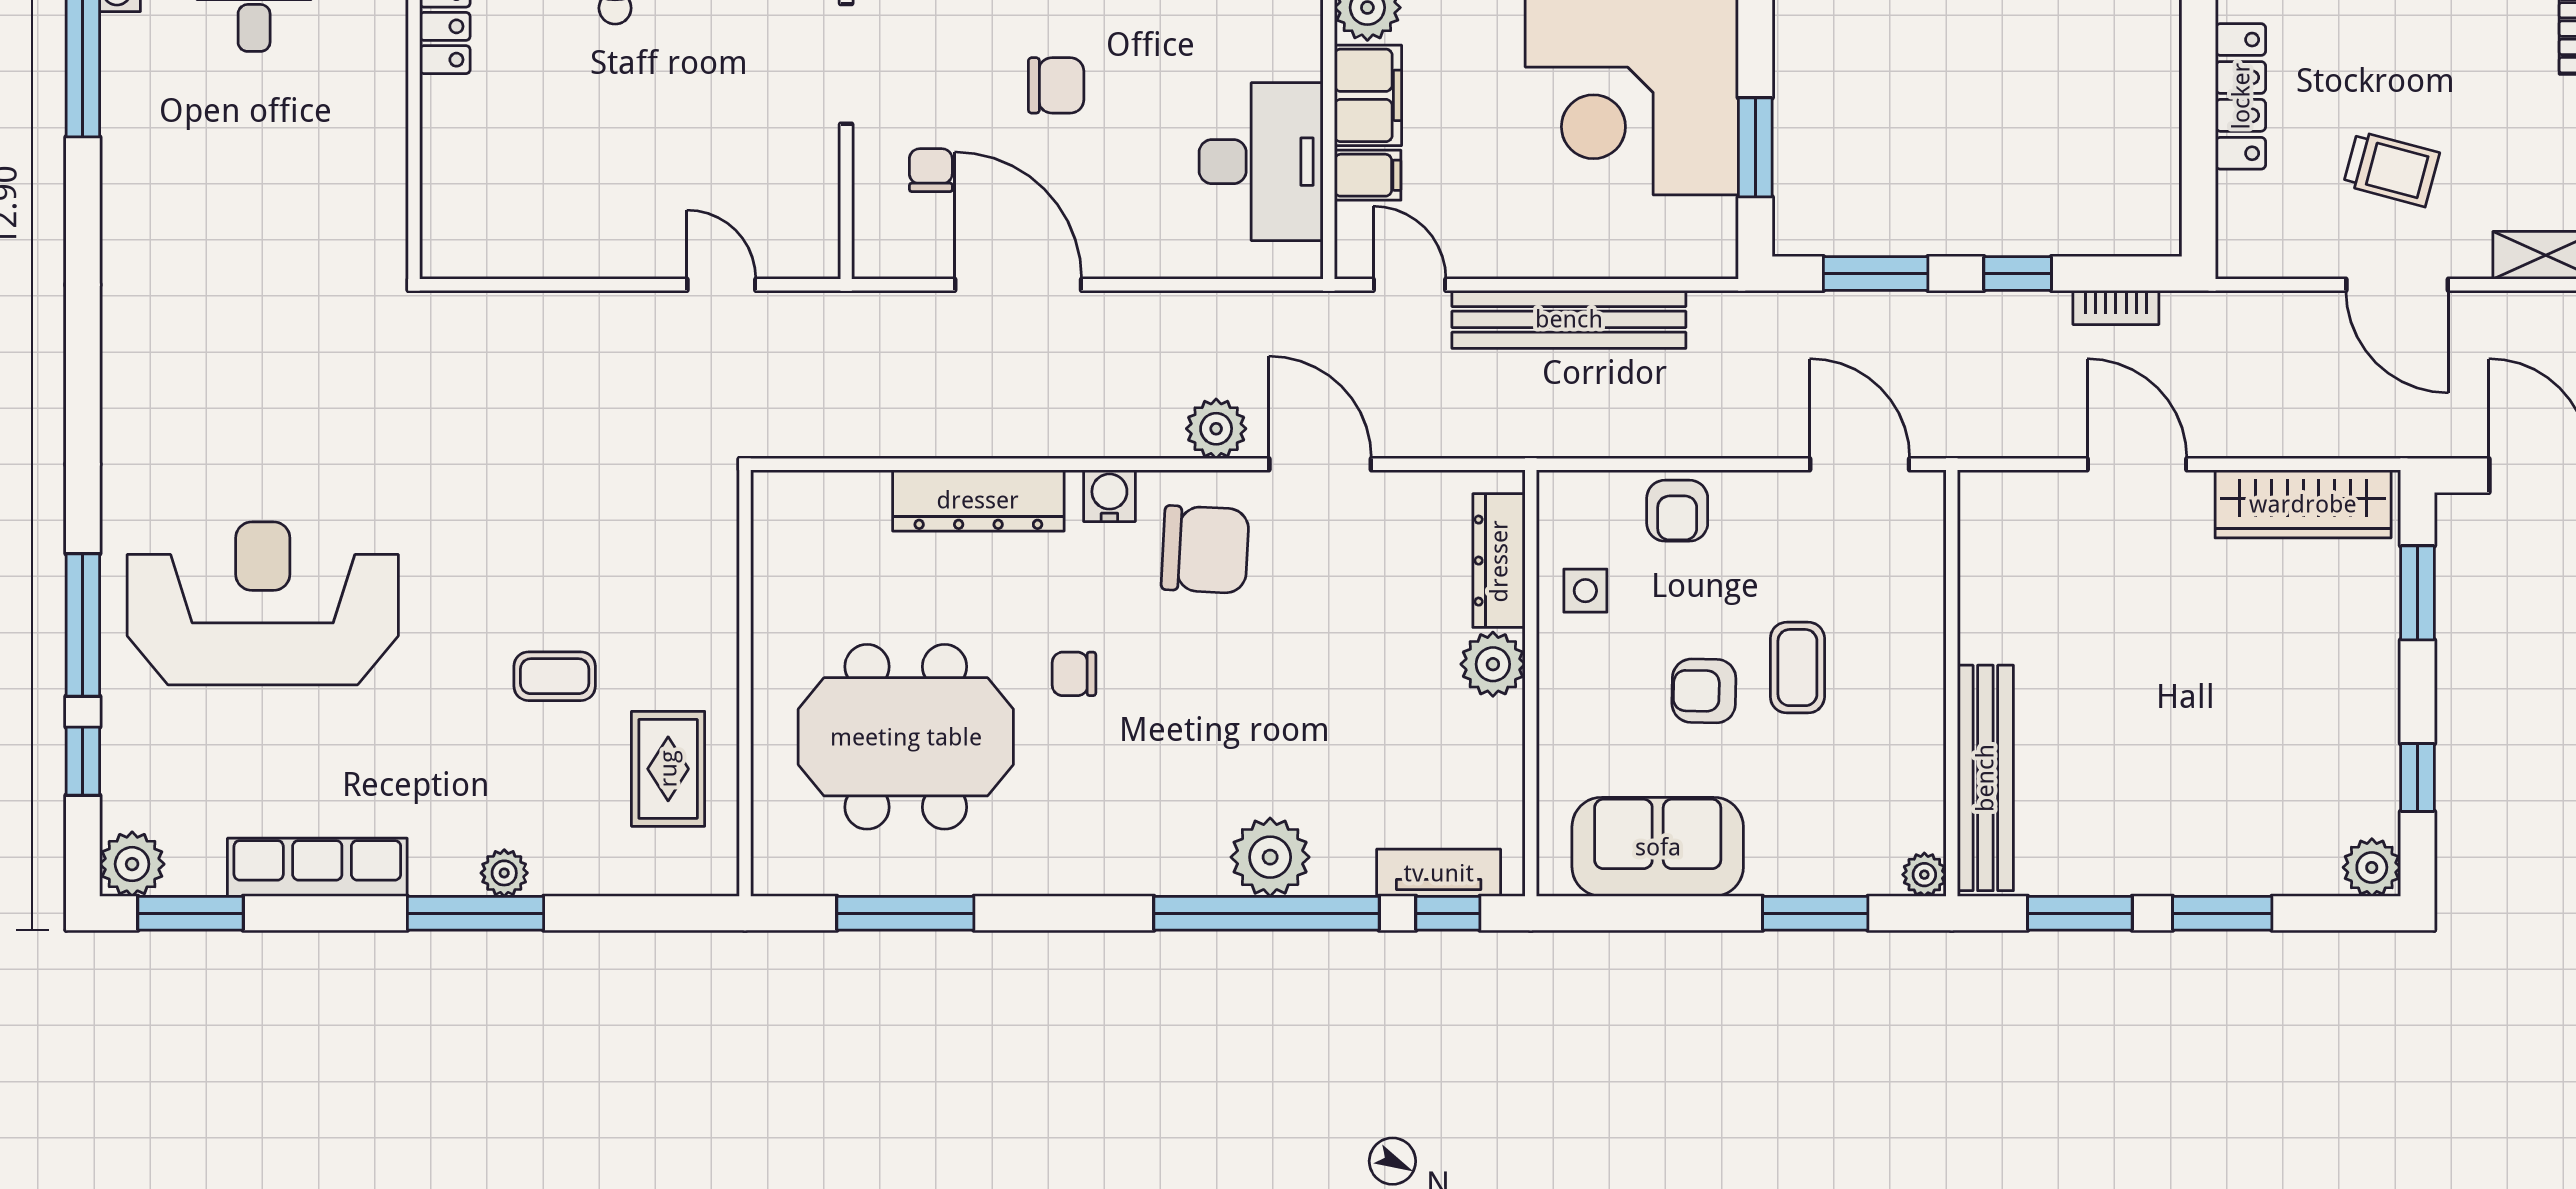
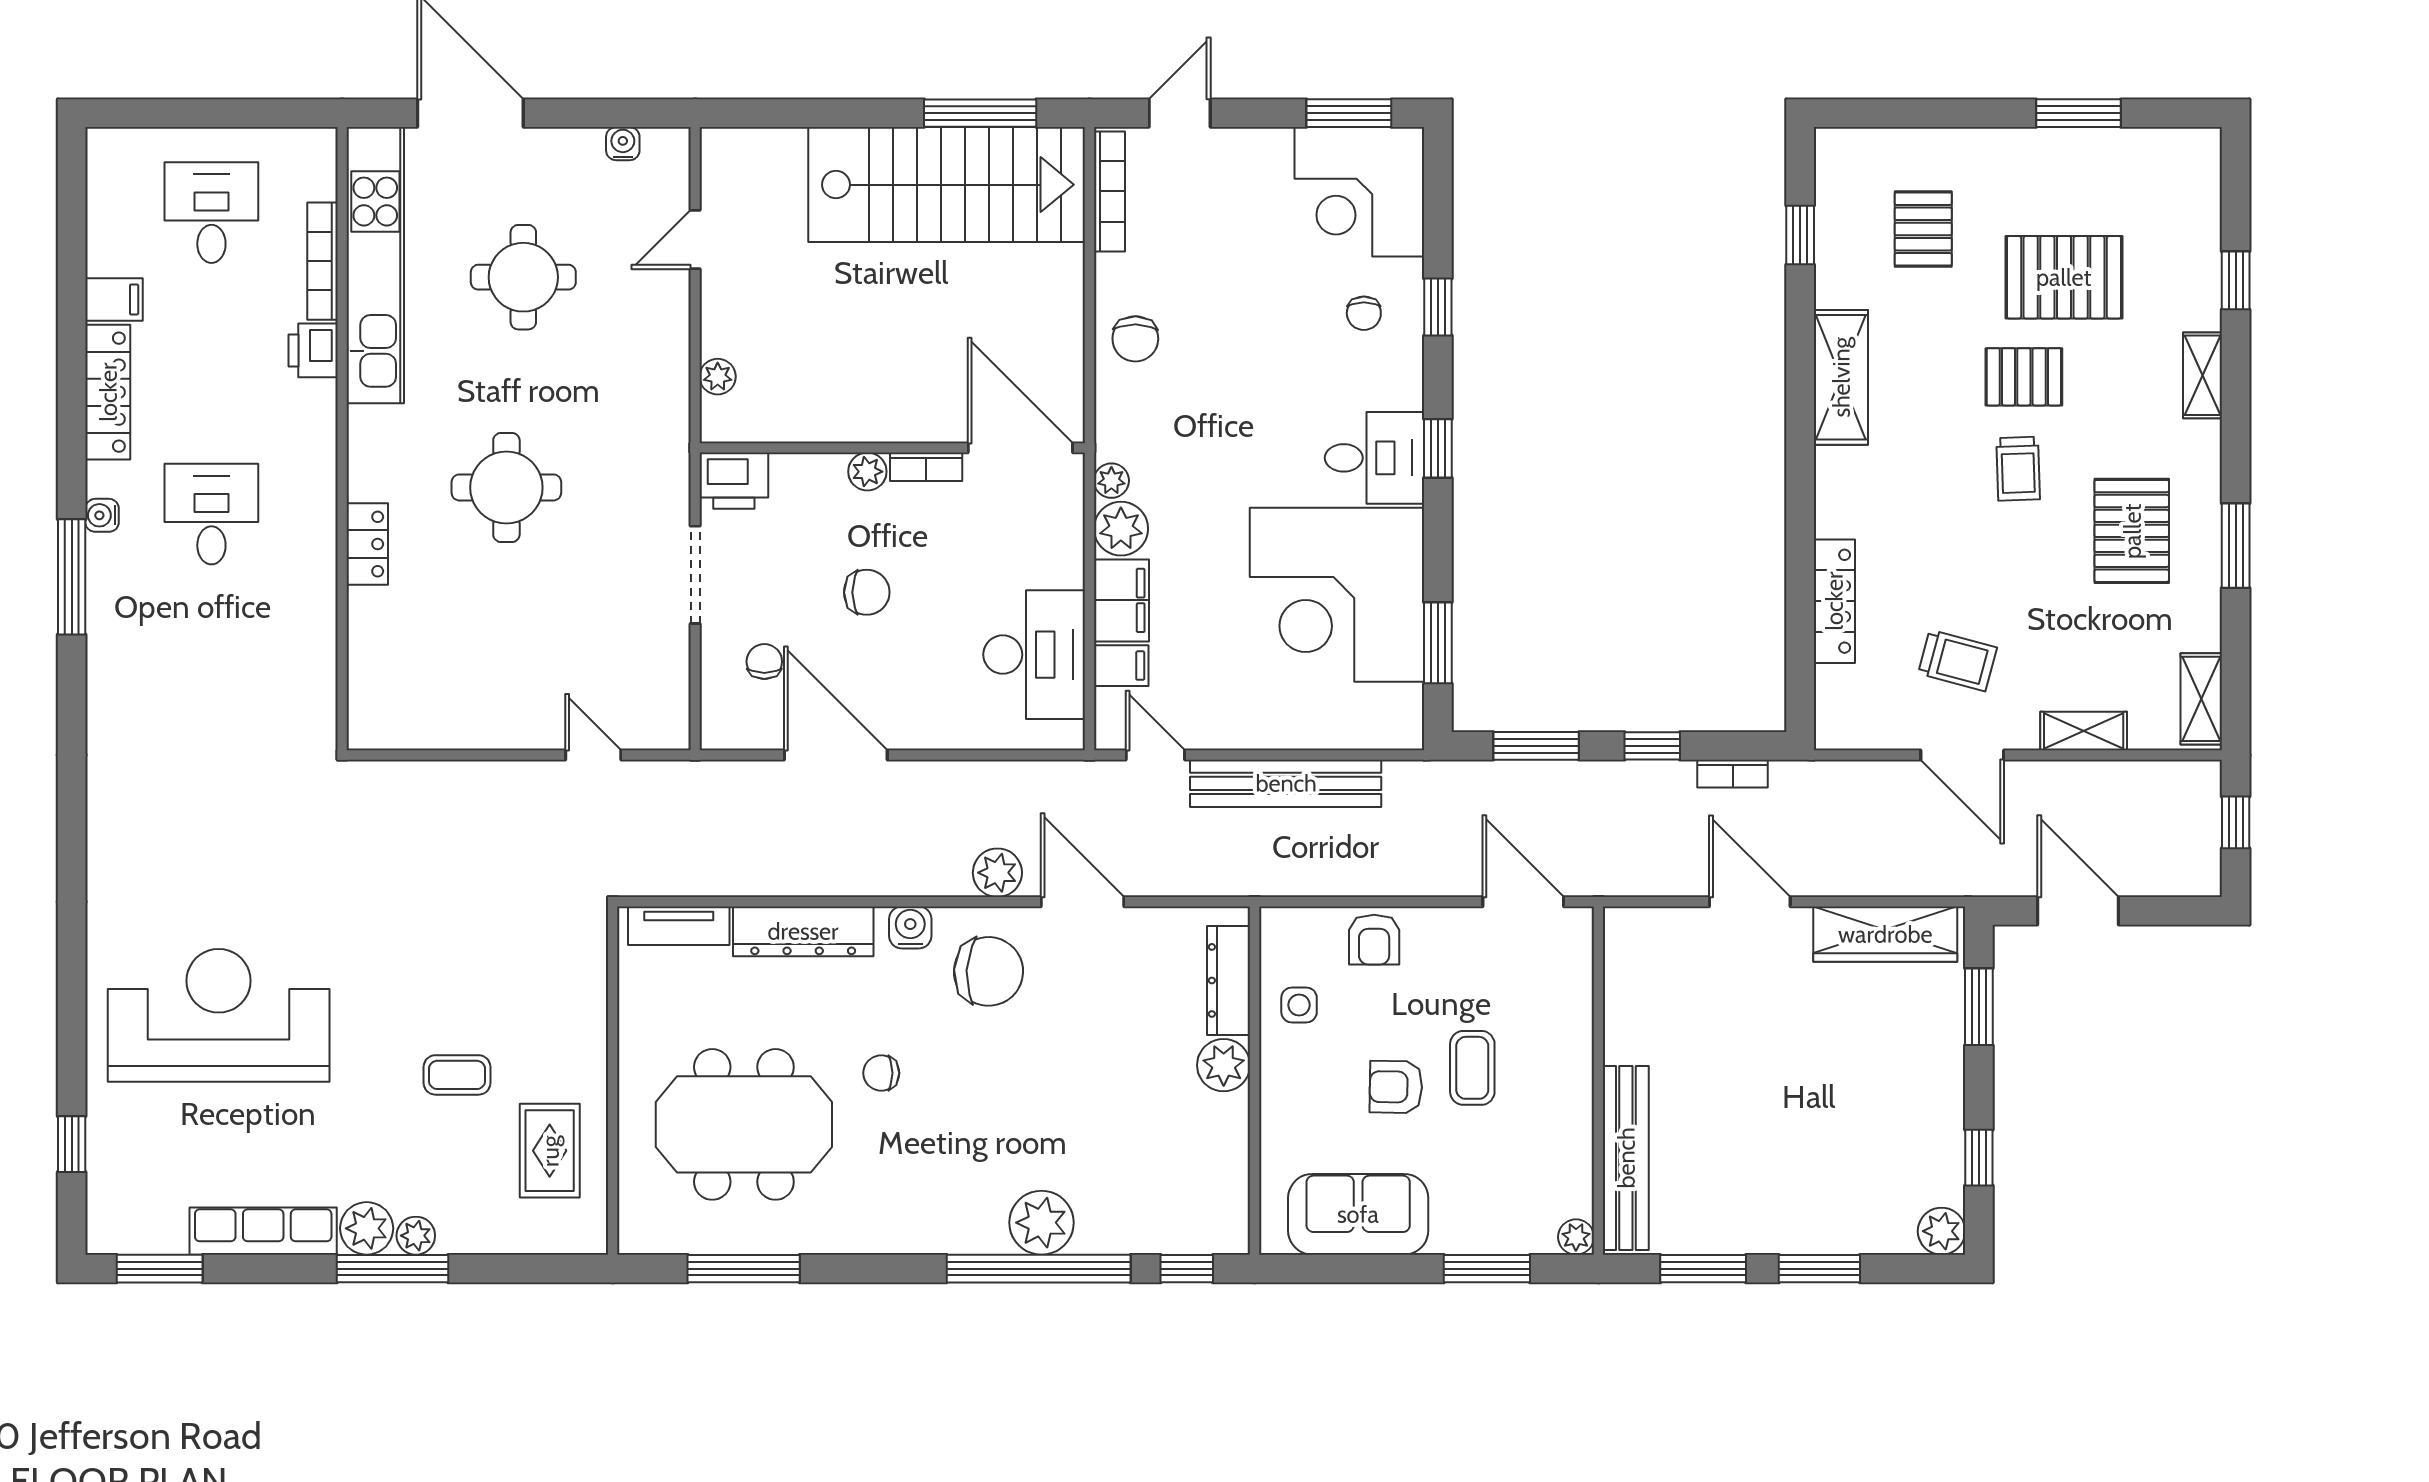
window: (83, 625) -> (72, 1033), removed
plant: (132, 864) -> (367, 1228), moved
tv unit: (1439, 873) -> (679, 926), moved, turned 180

